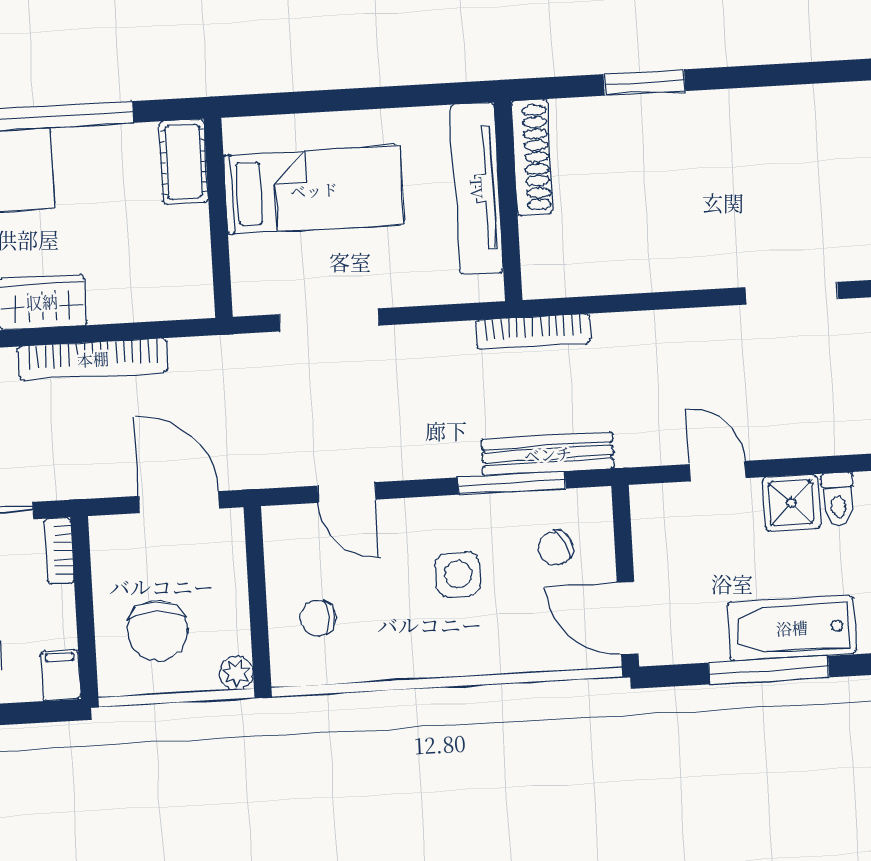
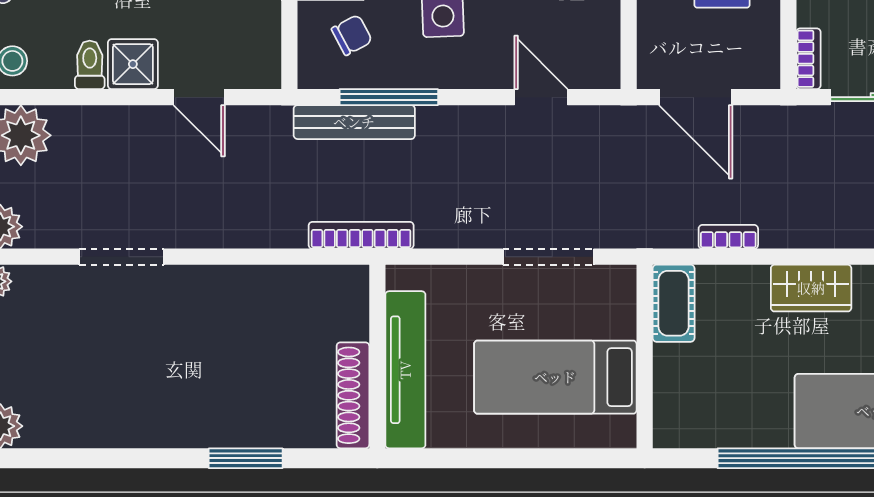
cot: (183, 162) -> (674, 303), moved
bookcase: (93, 359) -> (728, 237), width x0.43, depth x0.76

